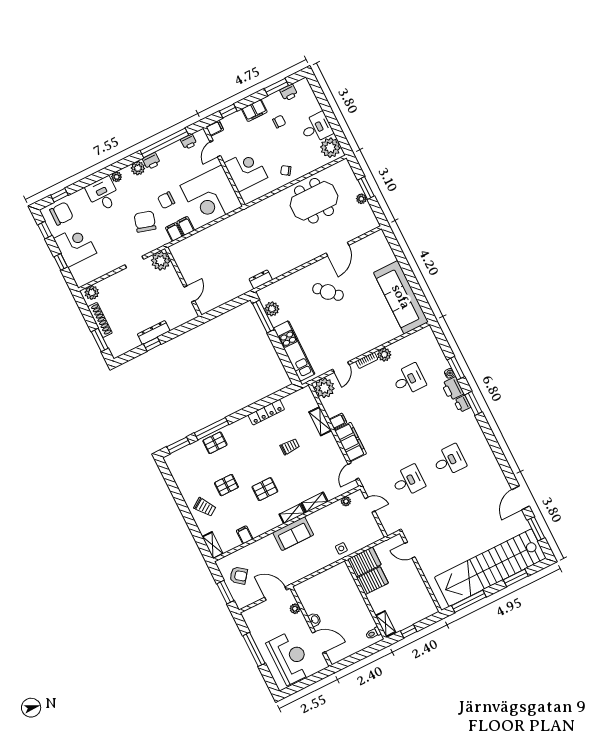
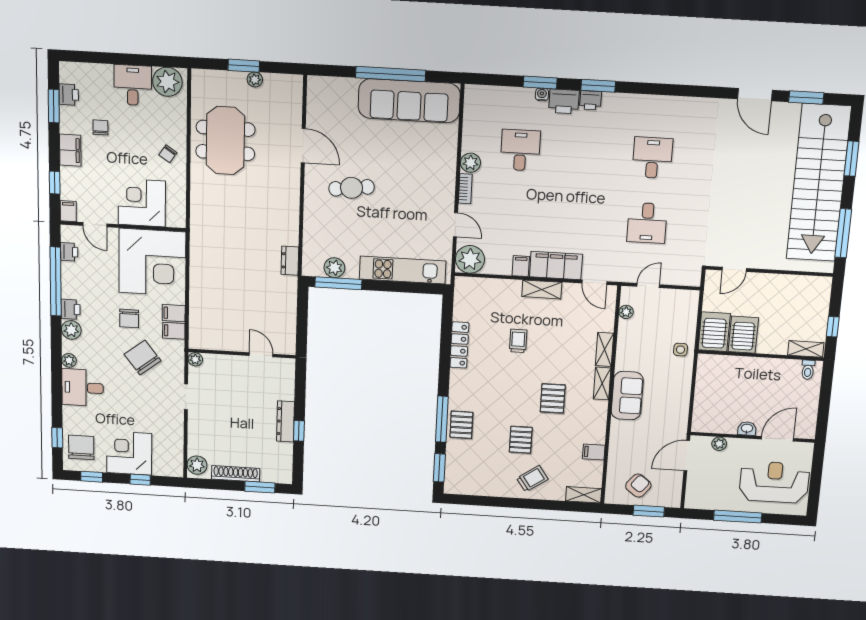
chair: (145, 222) -> (143, 358), turned 36
plant: (161, 261) -> (195, 359), width x0.53, depth x0.53
window: (411, 277) -> (391, 74), added
cafe table: (328, 292) -> (352, 188), turned 39
shelving: (320, 421) -> (542, 289), moved
desk: (408, 481) -> (647, 223), turned 180

